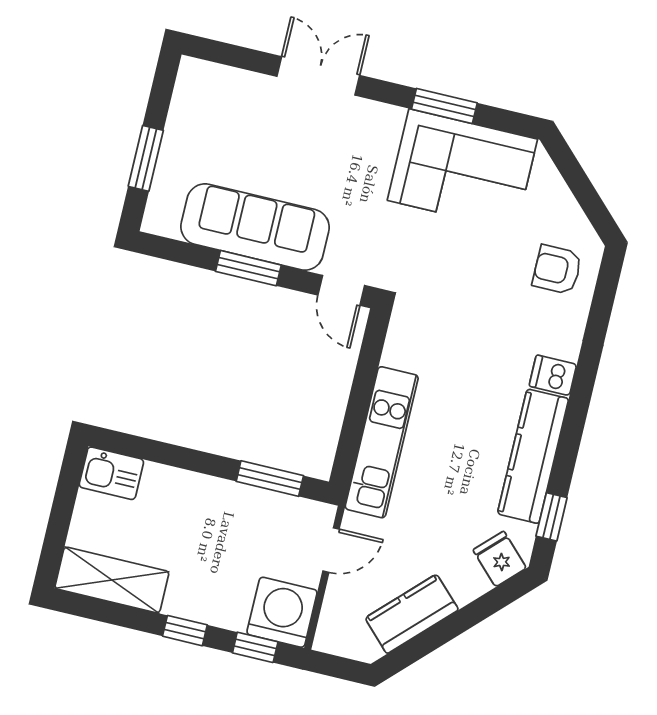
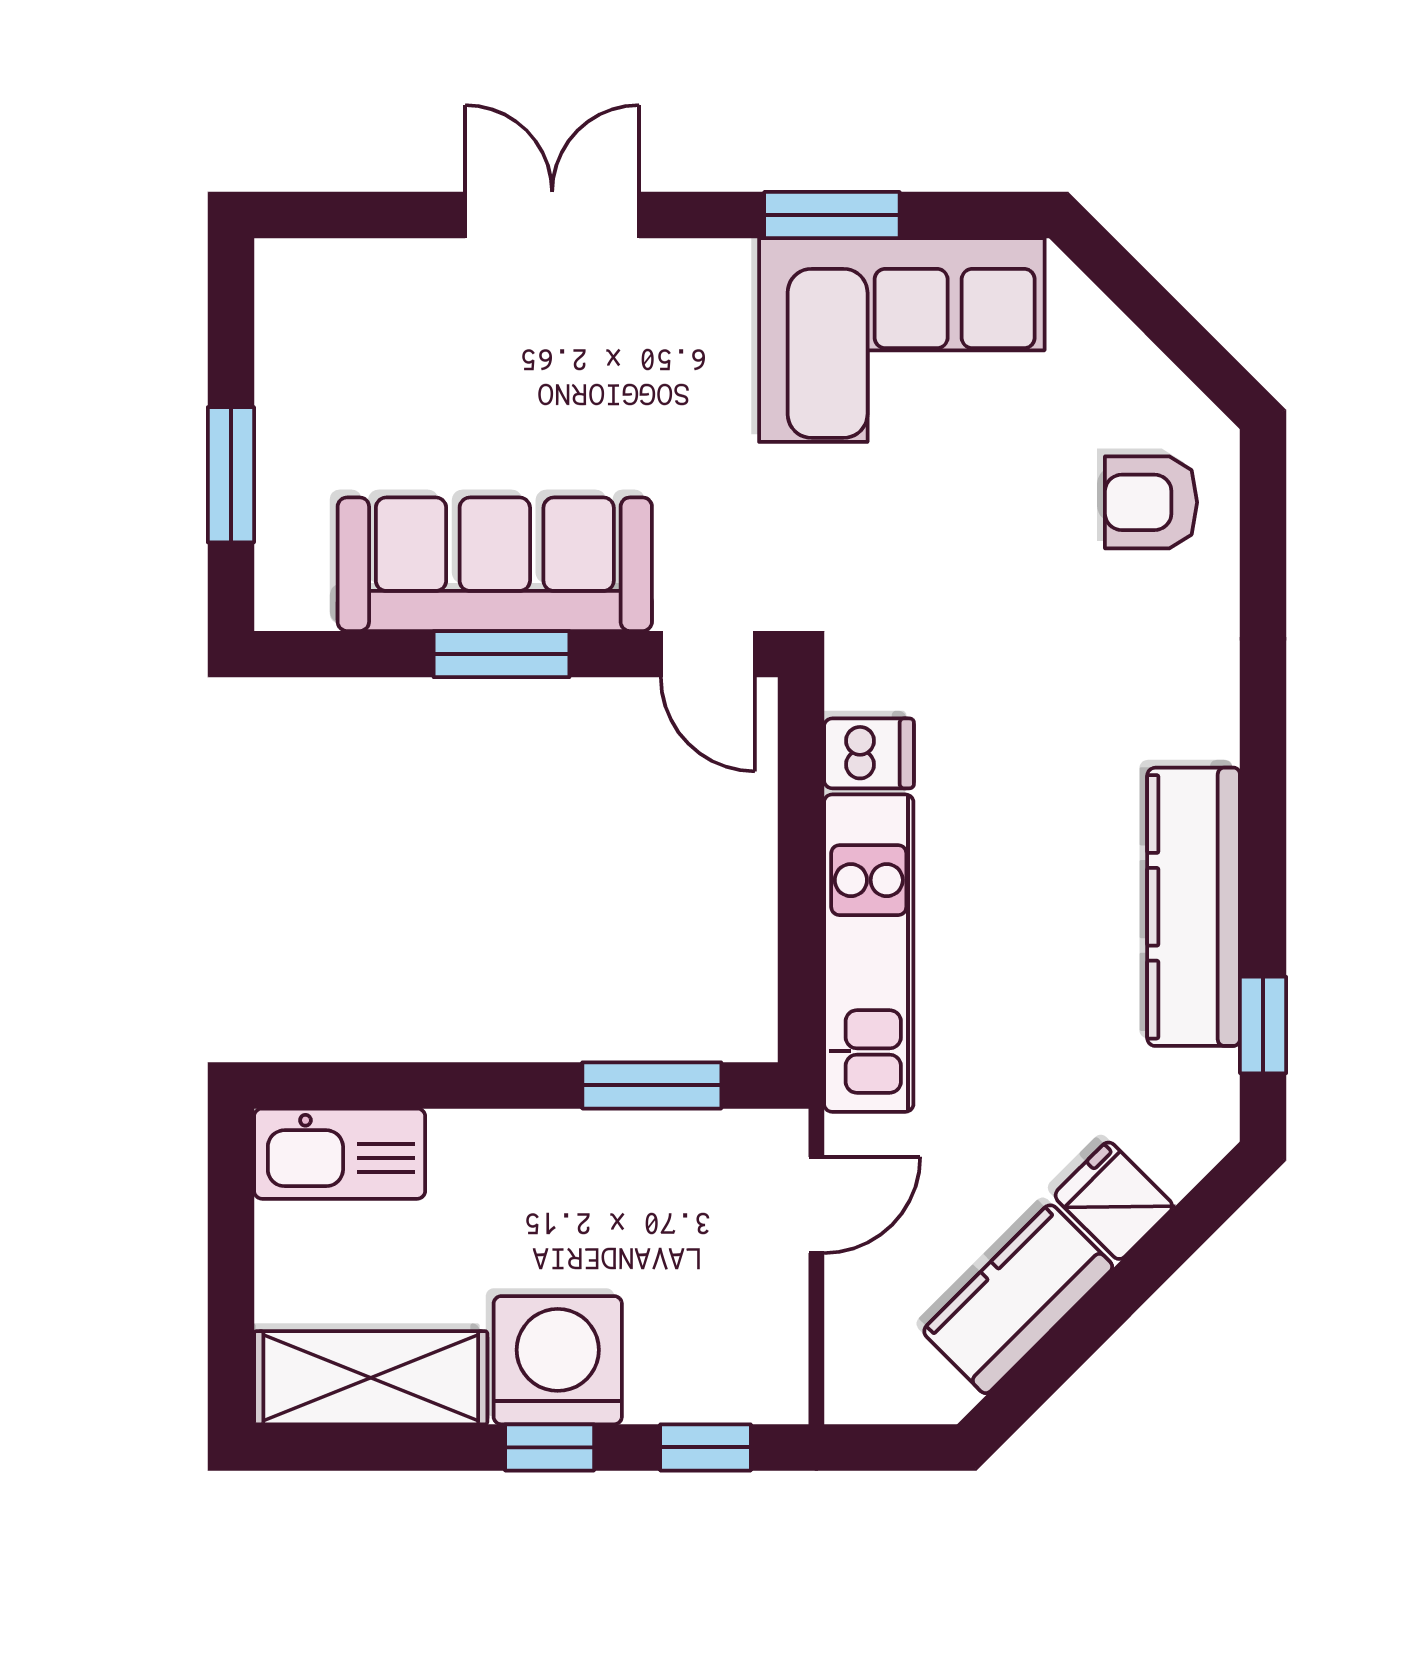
dishwasher: (553, 375) -> (869, 753), moved, turned 180
kitchen sink: (111, 473) -> (340, 1154), width x1.38
fridge: (500, 559) -> (1114, 1201), moved
washing machine: (282, 612) -> (558, 1360), moved

